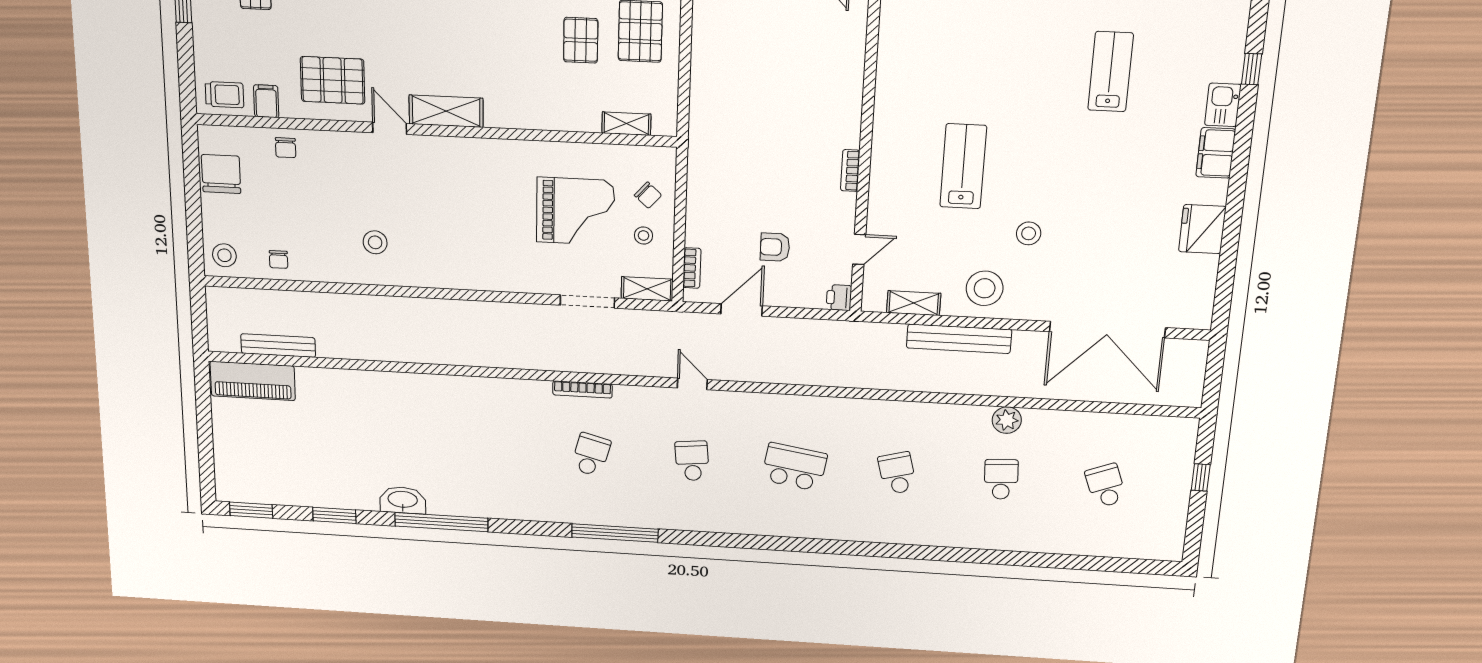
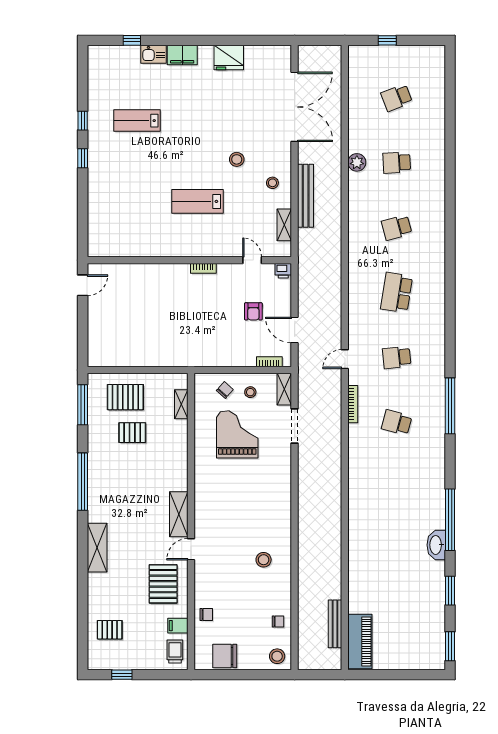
stool: (985, 288) -> (272, 183), width x0.53, depth x0.53
bookcase: (582, 389) -> (353, 404), moved

